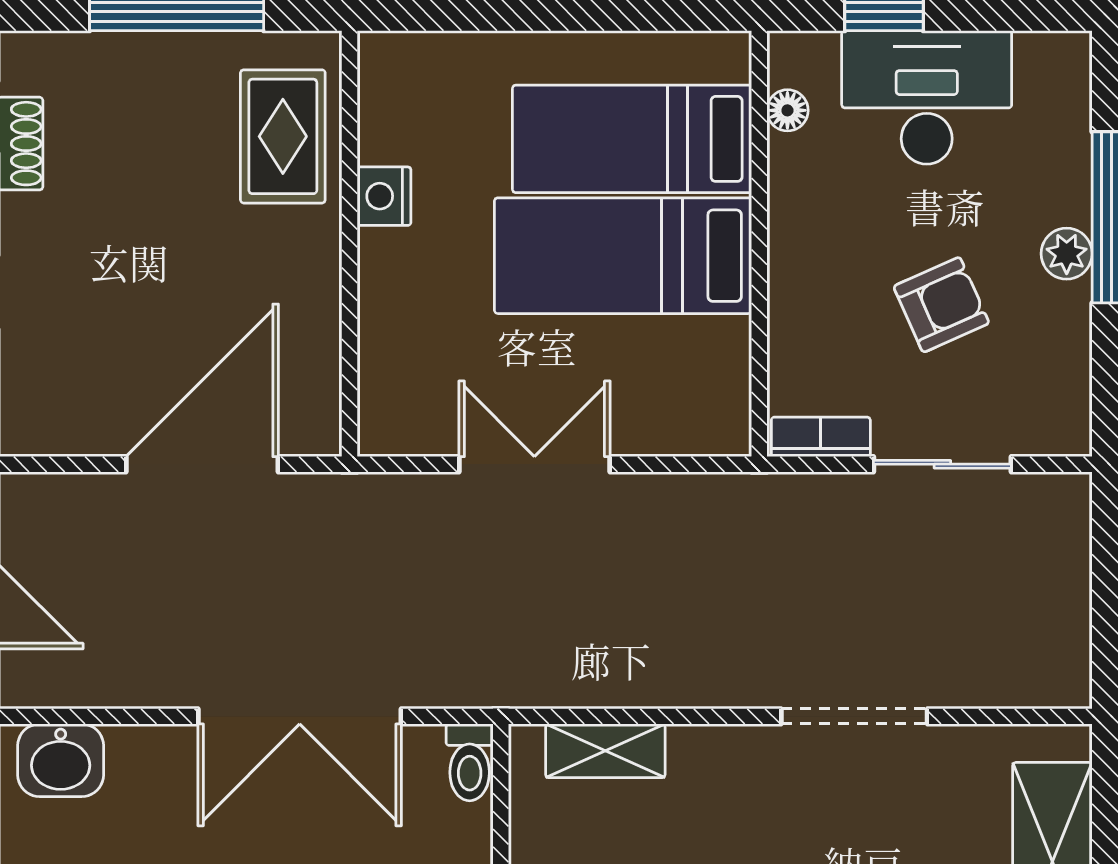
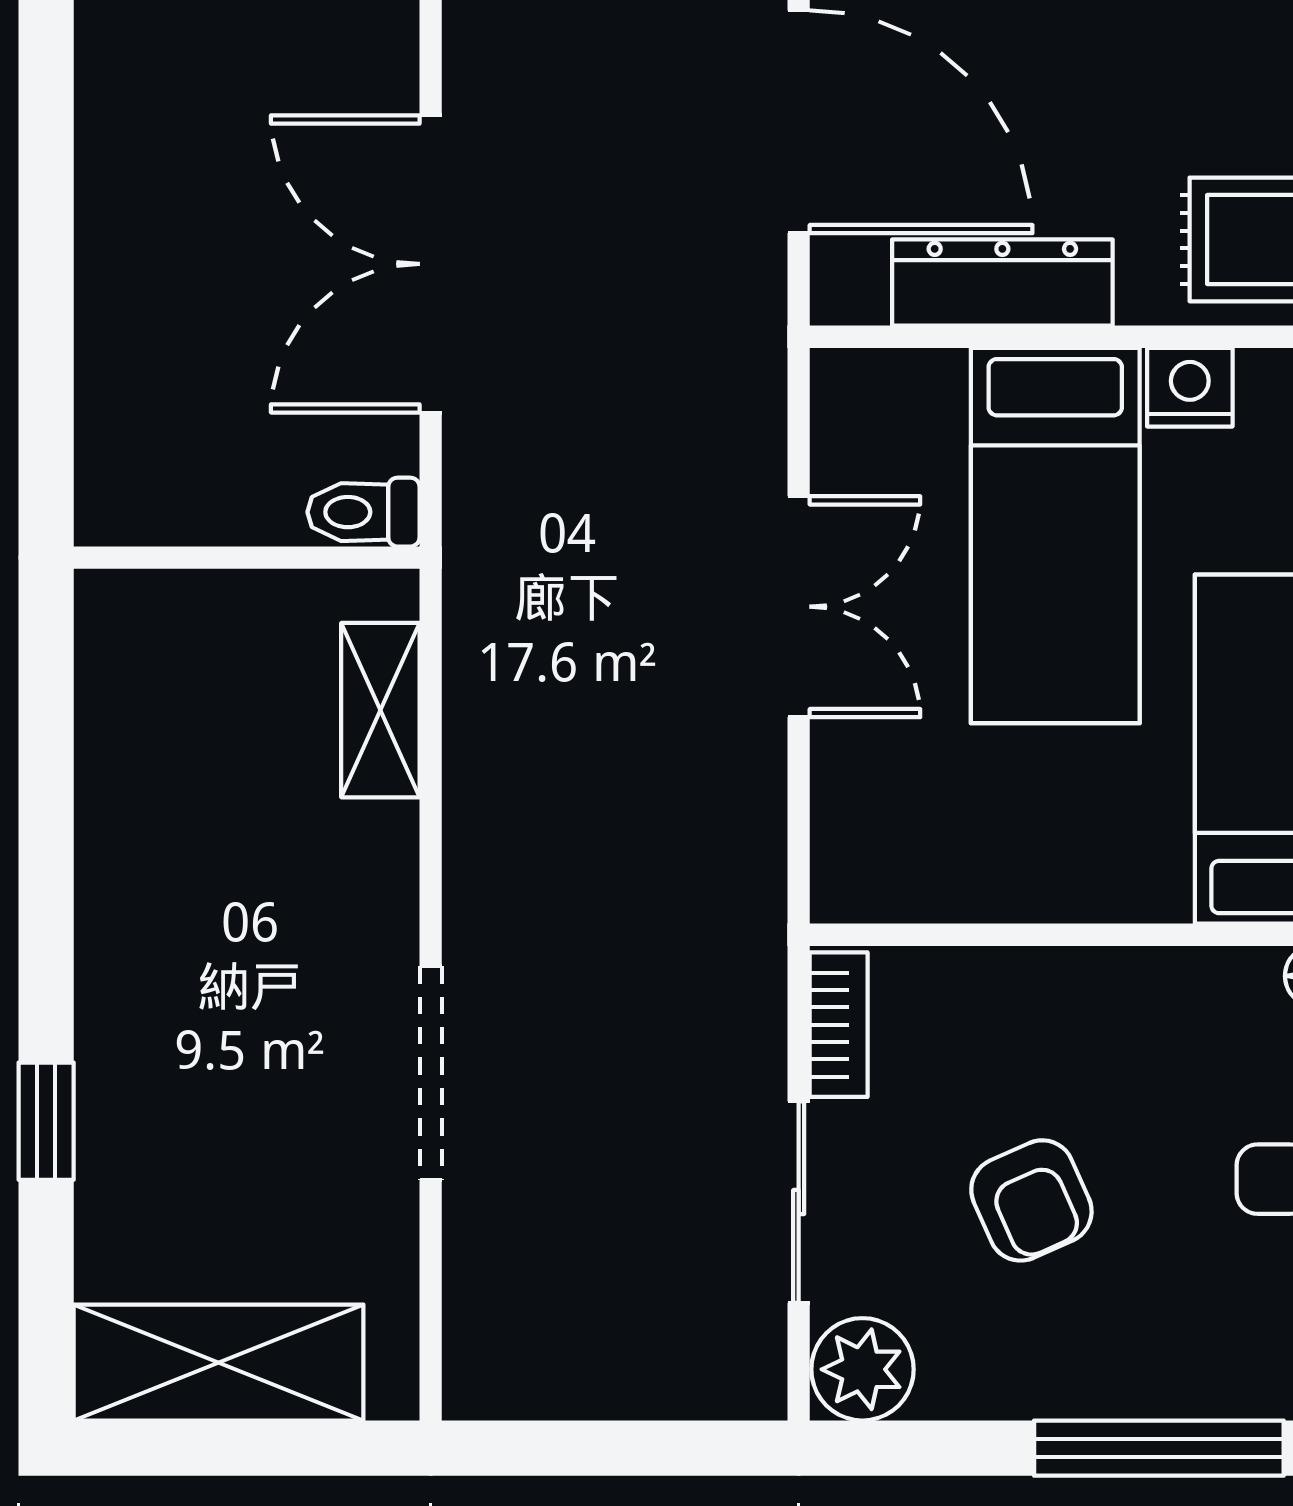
plant: (1067, 254) -> (862, 1369), moved, width x1.38, depth x1.38
bed: (623, 256) -> (1055, 535), moved, turned 180
dresser: (312, 325) -> (1002, 283), added

